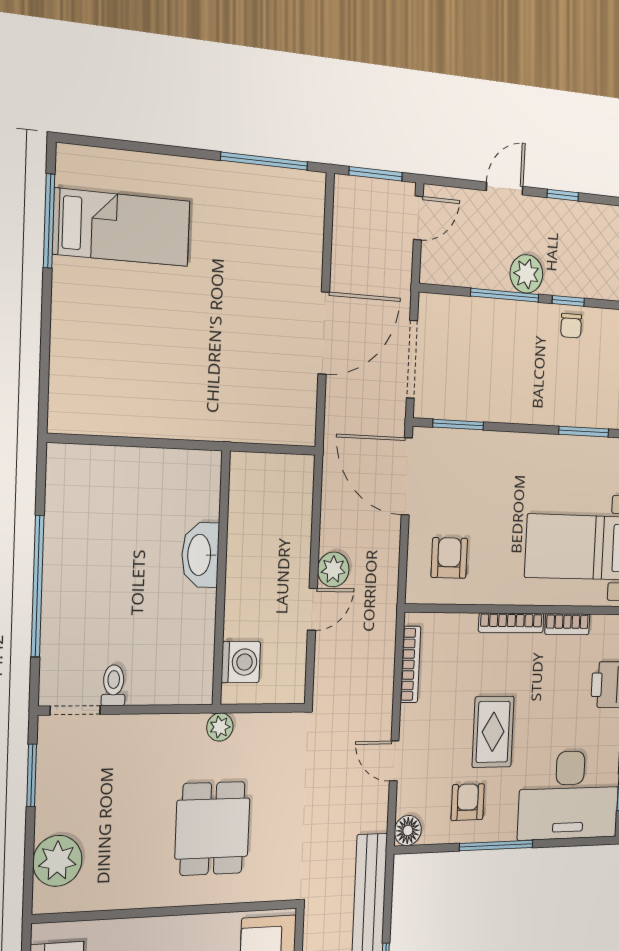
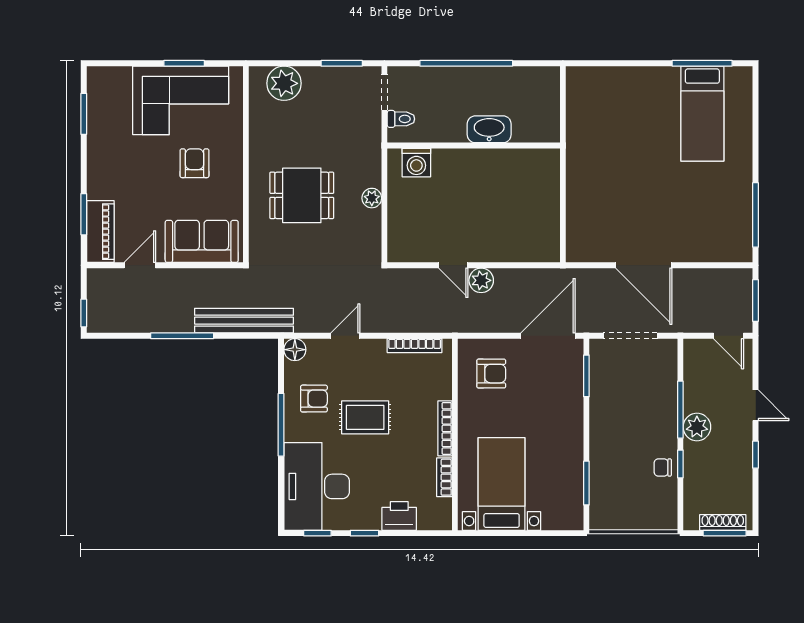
washbasin: (200, 555) -> (489, 129), moved
wall: (221, 578) -> (474, 145), moved
washing machine: (241, 662) -> (416, 163), moved

